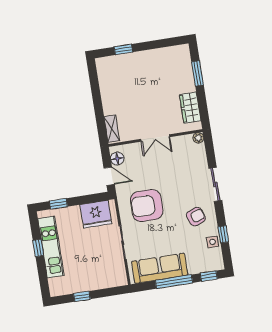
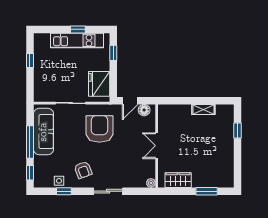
shelving: (112, 129) -> (203, 109), moved

